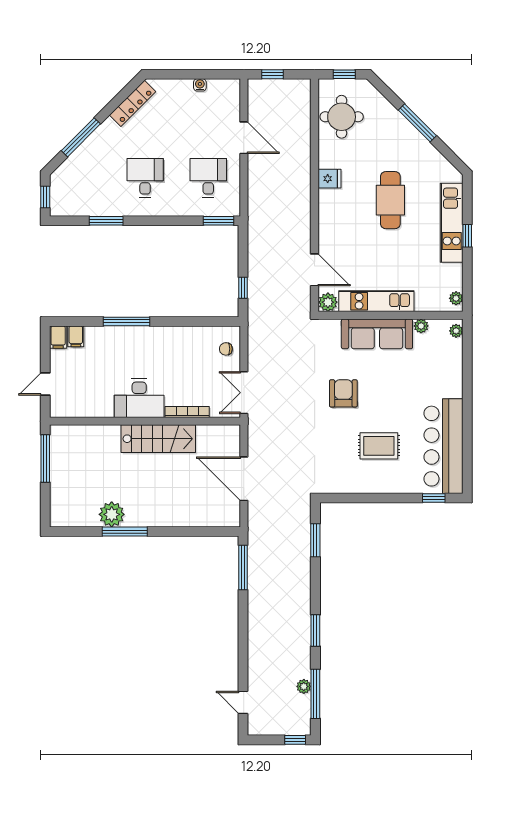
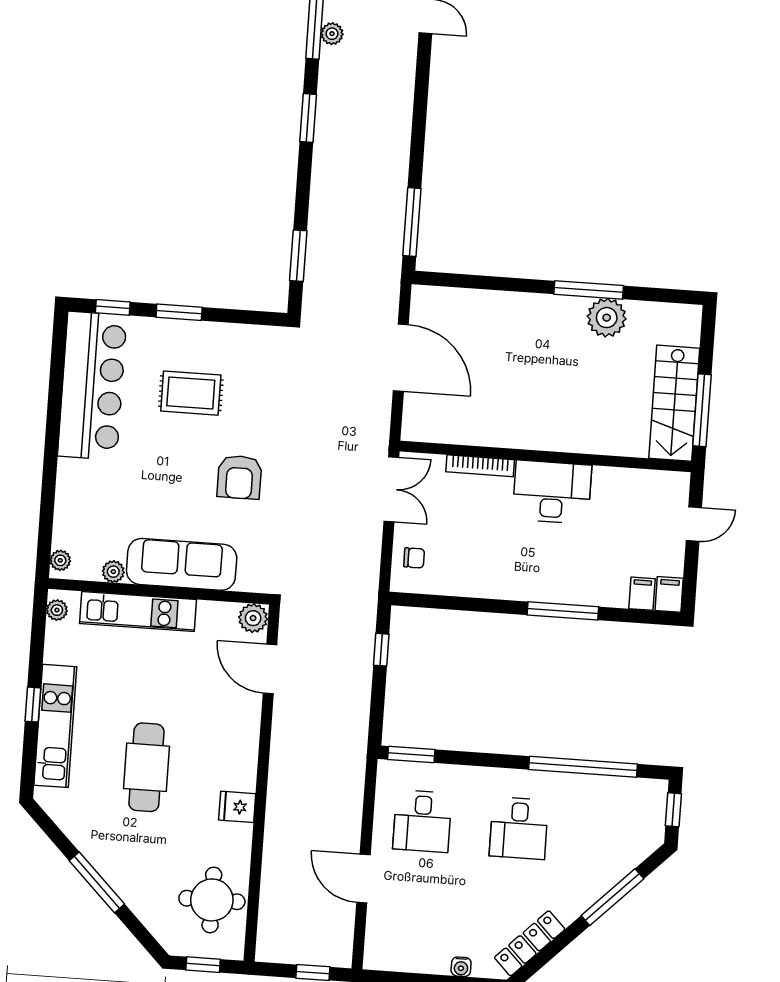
water cooler: (200, 85) -> (461, 967), moved
window: (106, 221) -> (583, 767), width x2.11
kitchen unit: (376, 301) -> (138, 611), moved
stairs: (158, 439) -> (674, 403), moved, turned -90
window: (390, 498) -> (179, 312), added

